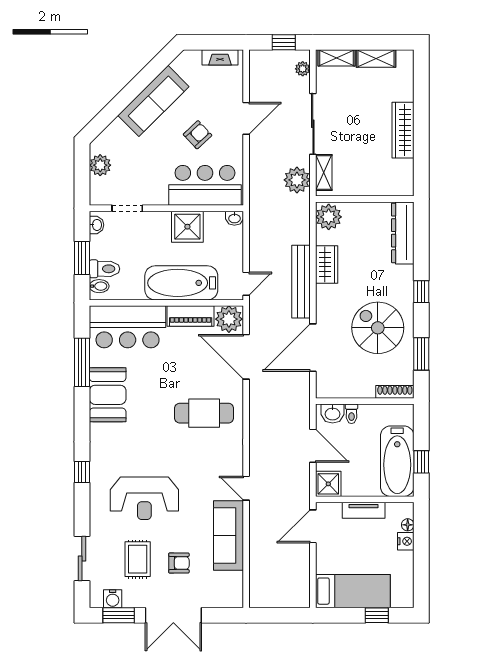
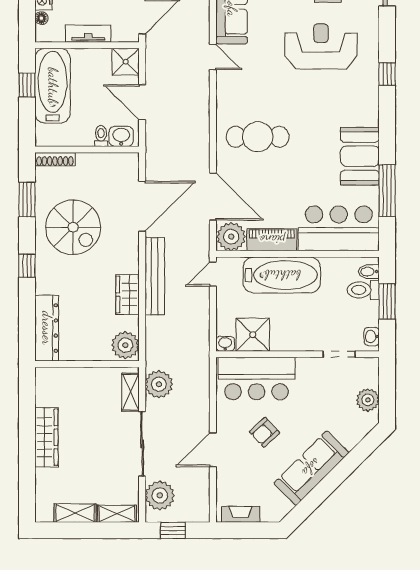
plant: (303, 69) -> (160, 495), width x1.88, depth x1.88
shower: (187, 227) -> (253, 335), moved

